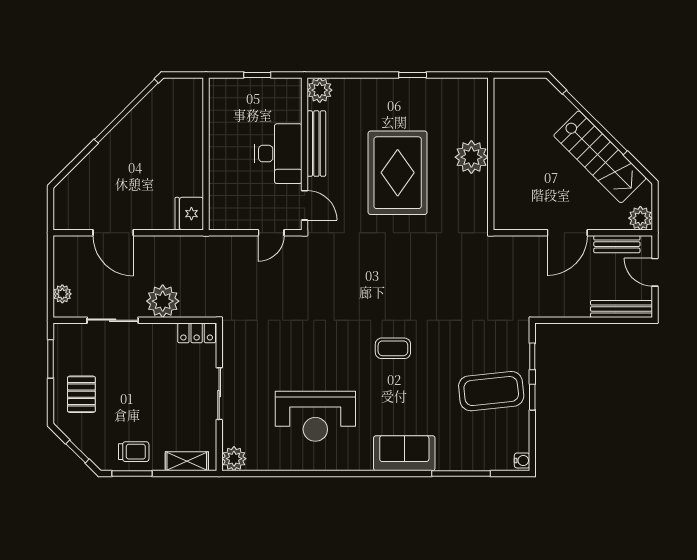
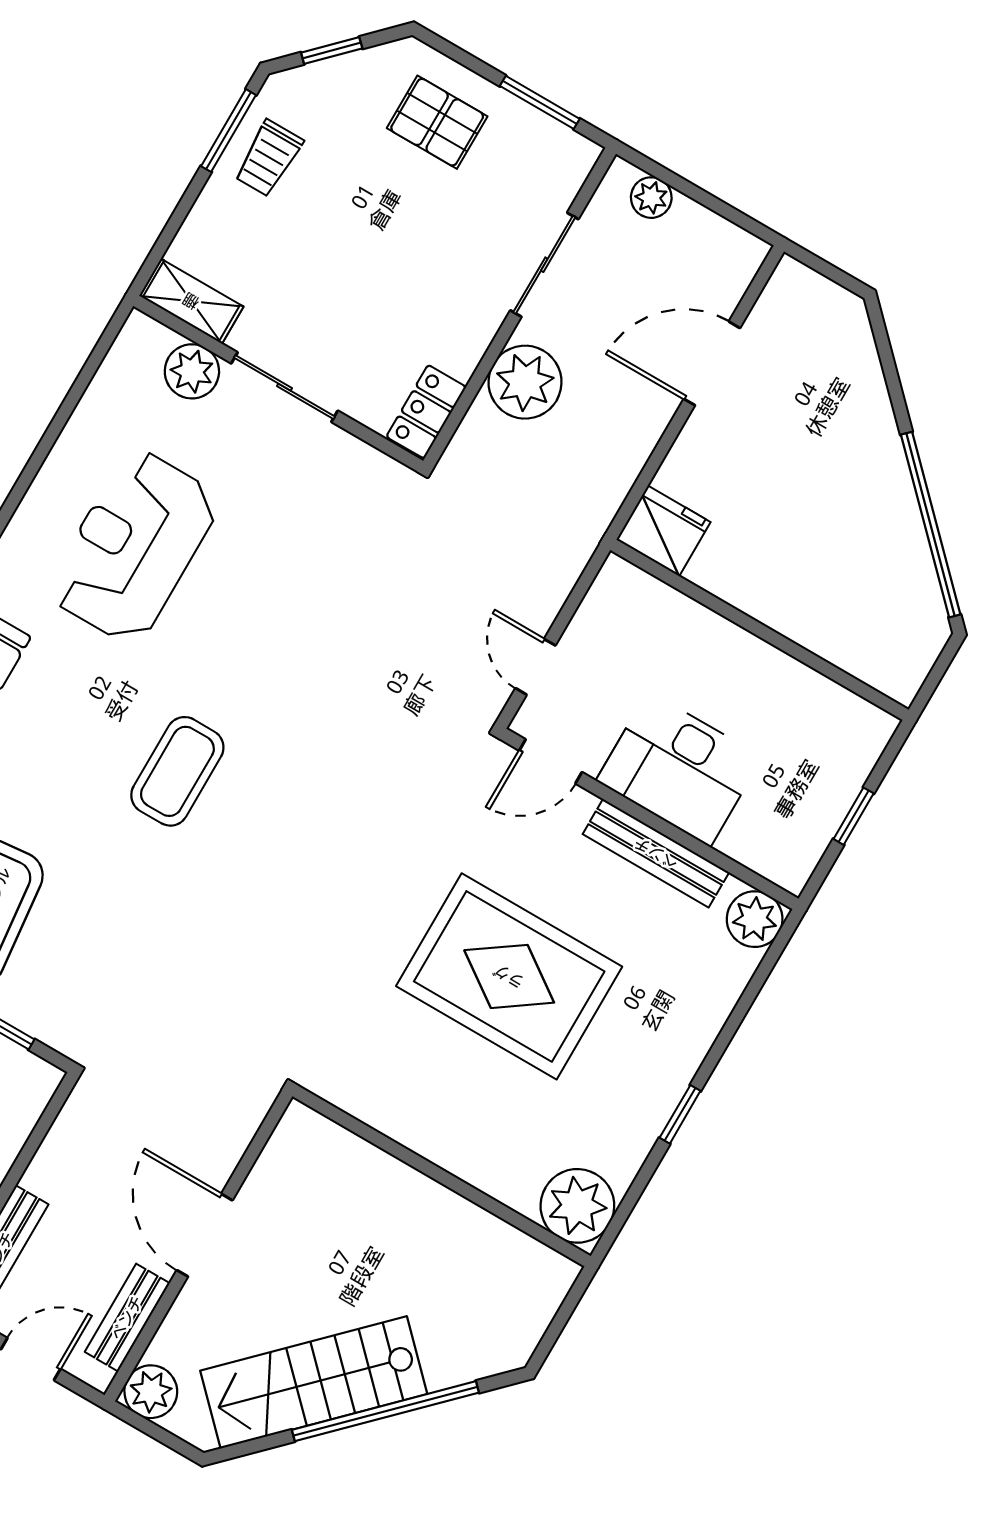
plant: (471, 157) -> (577, 1206), moved
coffee table: (393, 348) -> (177, 771), width x1.36, depth x1.30
plant: (234, 459) -> (192, 371), moved
shelving: (187, 461) -> (191, 301), moved, turned 90

